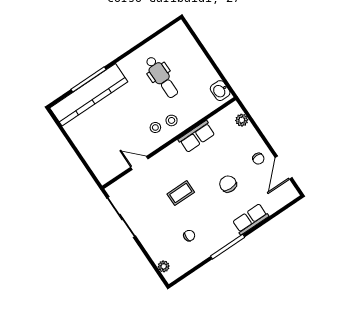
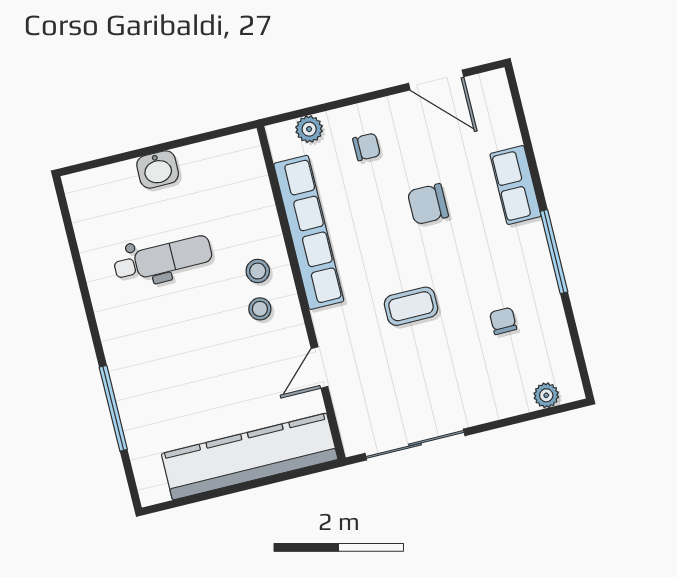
washbasin: (220, 91) -> (158, 169), moved
kitchen counter: (89, 95) -> (250, 456), moved, turned -90
row of seats: (197, 137) -> (309, 232), width x2.02
chair: (258, 159) -> (366, 147), moved
coffee table: (181, 193) -> (411, 306), turned 90

